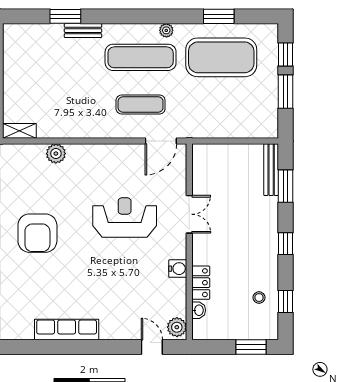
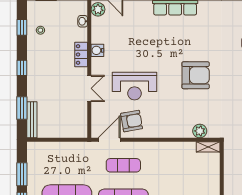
plant: (56, 154) -> (200, 131), moved
armchair: (129, 168) -> (132, 121), added
double door: (189, 214) -> (89, 88), swing flipped
armchair: (37, 233) -> (196, 75), turned 90
locker: (201, 283) -> (81, 54), moved

